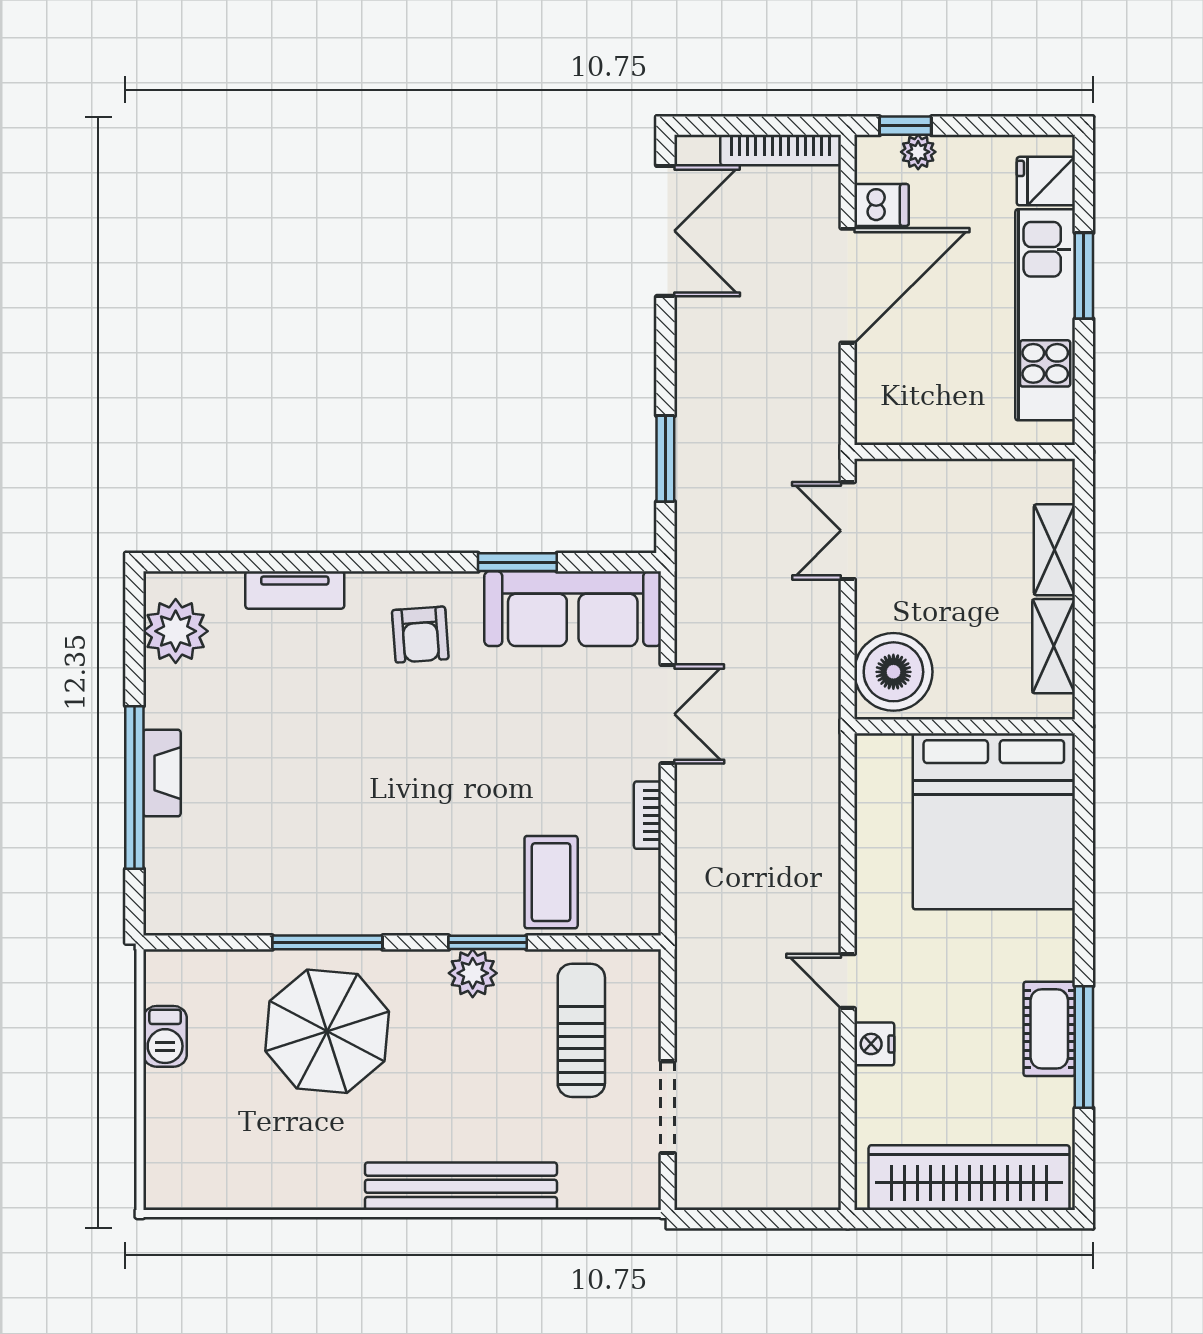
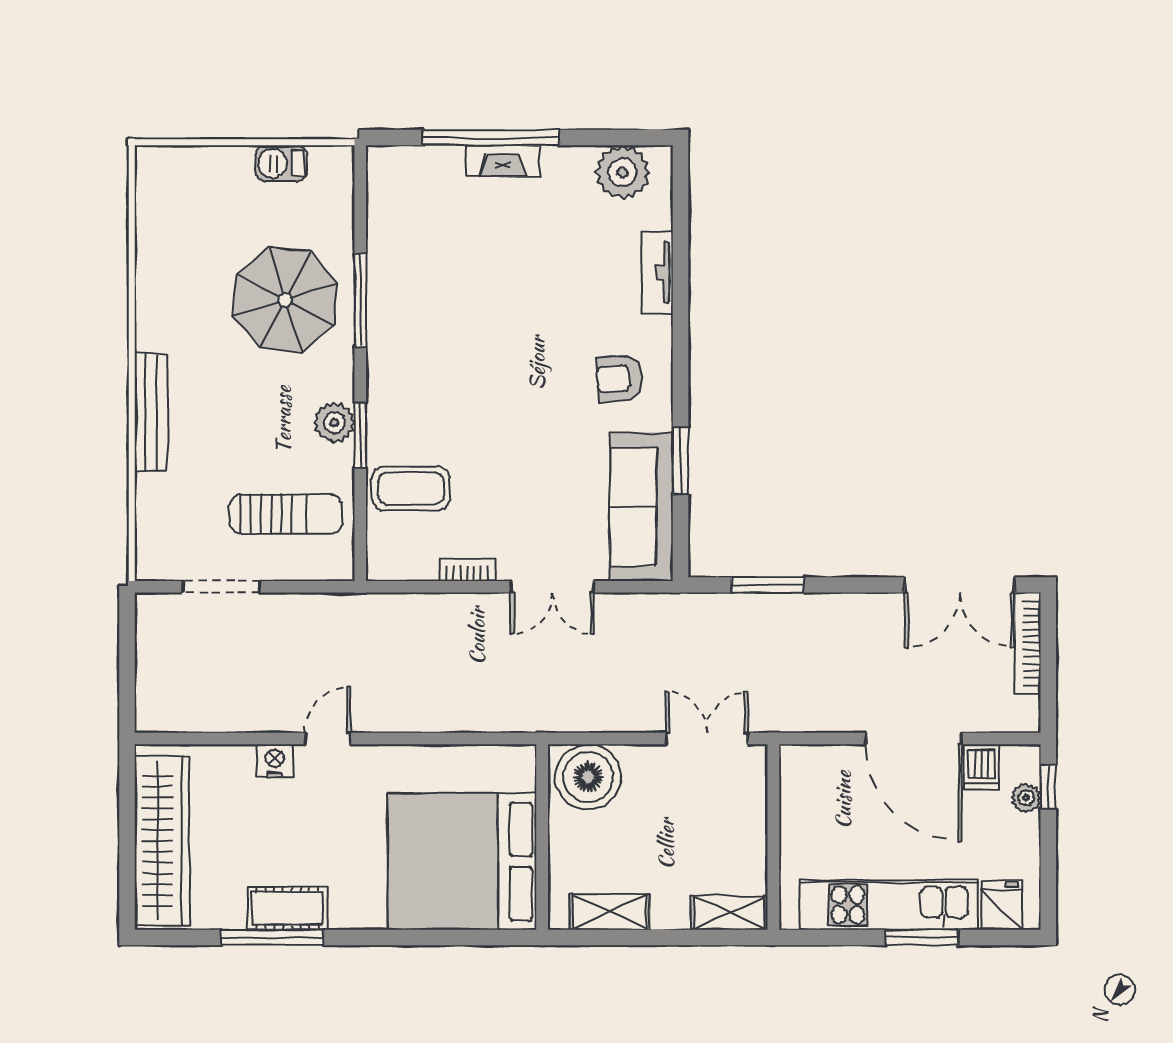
bookcase: (781, 150) -> (1028, 643), moved
shelving: (1054, 550) -> (729, 913), moved
bench: (461, 1186) -> (151, 413), width x0.73, depth x0.82

